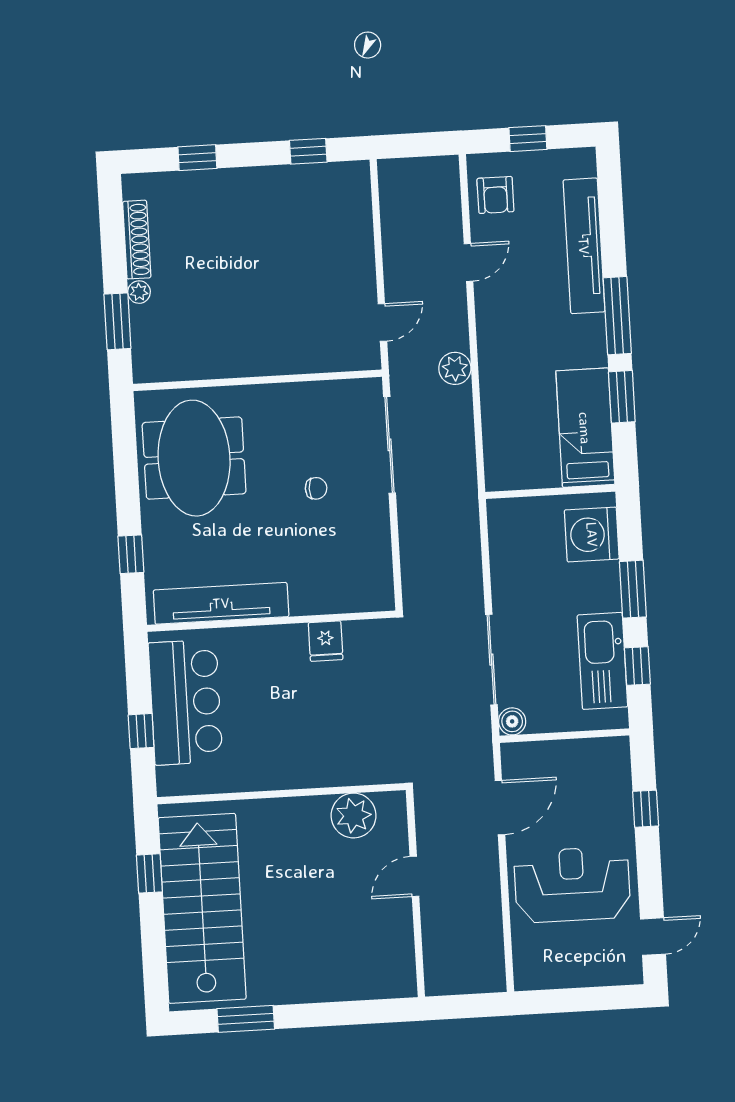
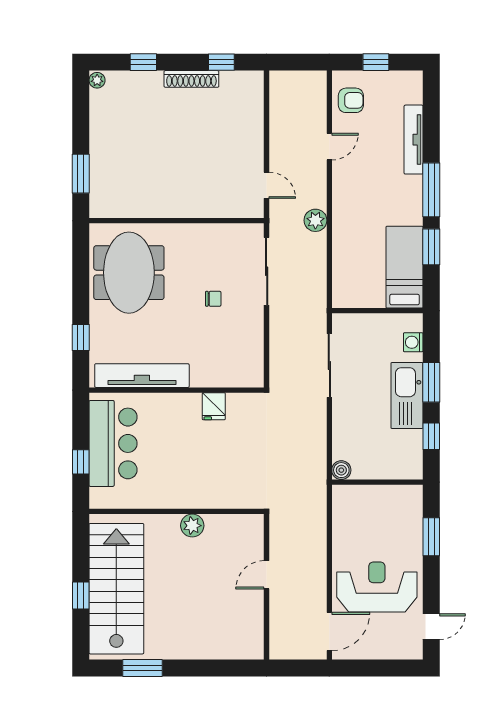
armchair: (495, 195) -> (351, 100), turned -90
shoe rack: (137, 240) -> (191, 79), moved, turned 90
tv unit: (584, 246) -> (414, 140), width x0.73, depth x0.78
plant: (139, 292) -> (97, 80), moved
door: (382, 322) -> (267, 185), hinge flipped
washing machine: (592, 534) -> (413, 342), width x0.53, depth x0.53
sliding door: (491, 660) -> (329, 366), moved
kitchen sink: (602, 661) -> (407, 395), moved
door: (500, 808) -> (329, 632), moved
window: (646, 809) -> (431, 537), width x1.50
plant: (354, 816) -> (192, 526), moved, width x0.73, depth x0.73
window: (149, 873) -> (81, 595), moved

